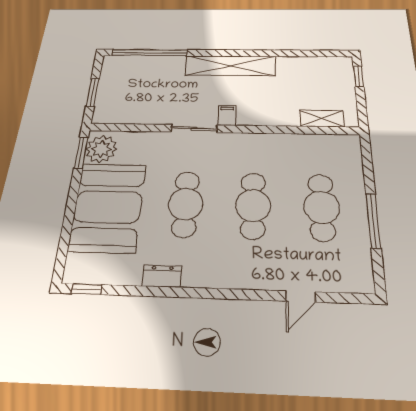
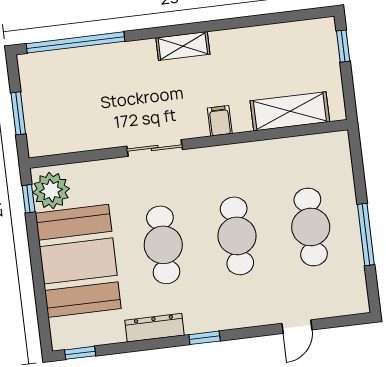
shelving: (230, 66) -> (183, 46), width x0.45, depth x0.75
filing cabinet: (227, 115) -> (220, 121), moved
shelving: (322, 119) -> (290, 111), width x1.50, depth x1.33
window: (81, 153) -> (29, 199), width x0.67
dresser: (162, 276) -> (155, 328), width x1.44
window: (208, 293) -> (205, 338), added

